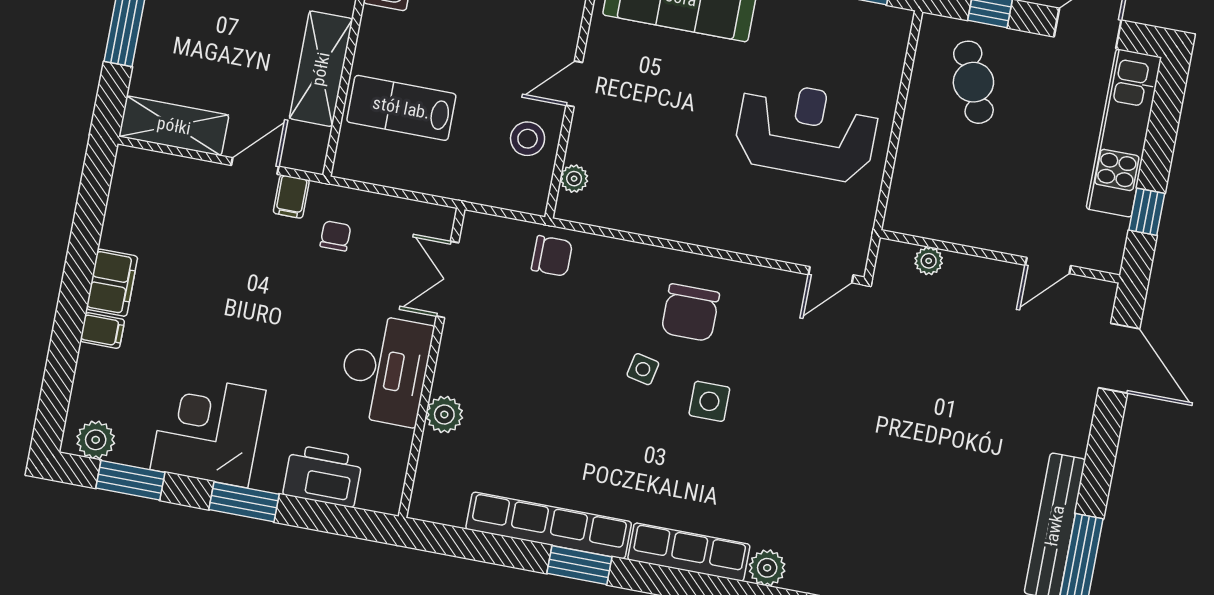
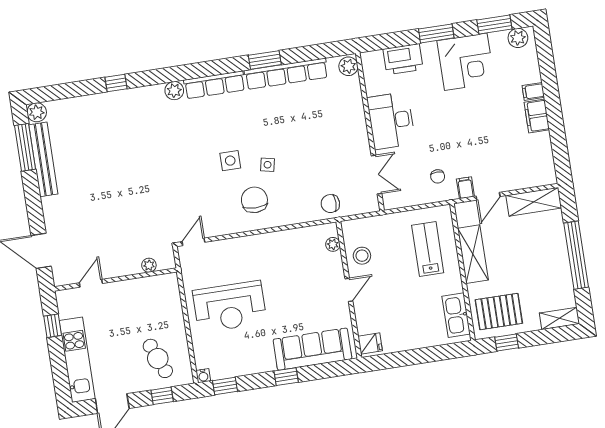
water cooler: (901, 20) -> (203, 376), added
lab bench: (401, 108) -> (428, 249), turned -90
plant: (444, 415) -> (348, 66), moved

